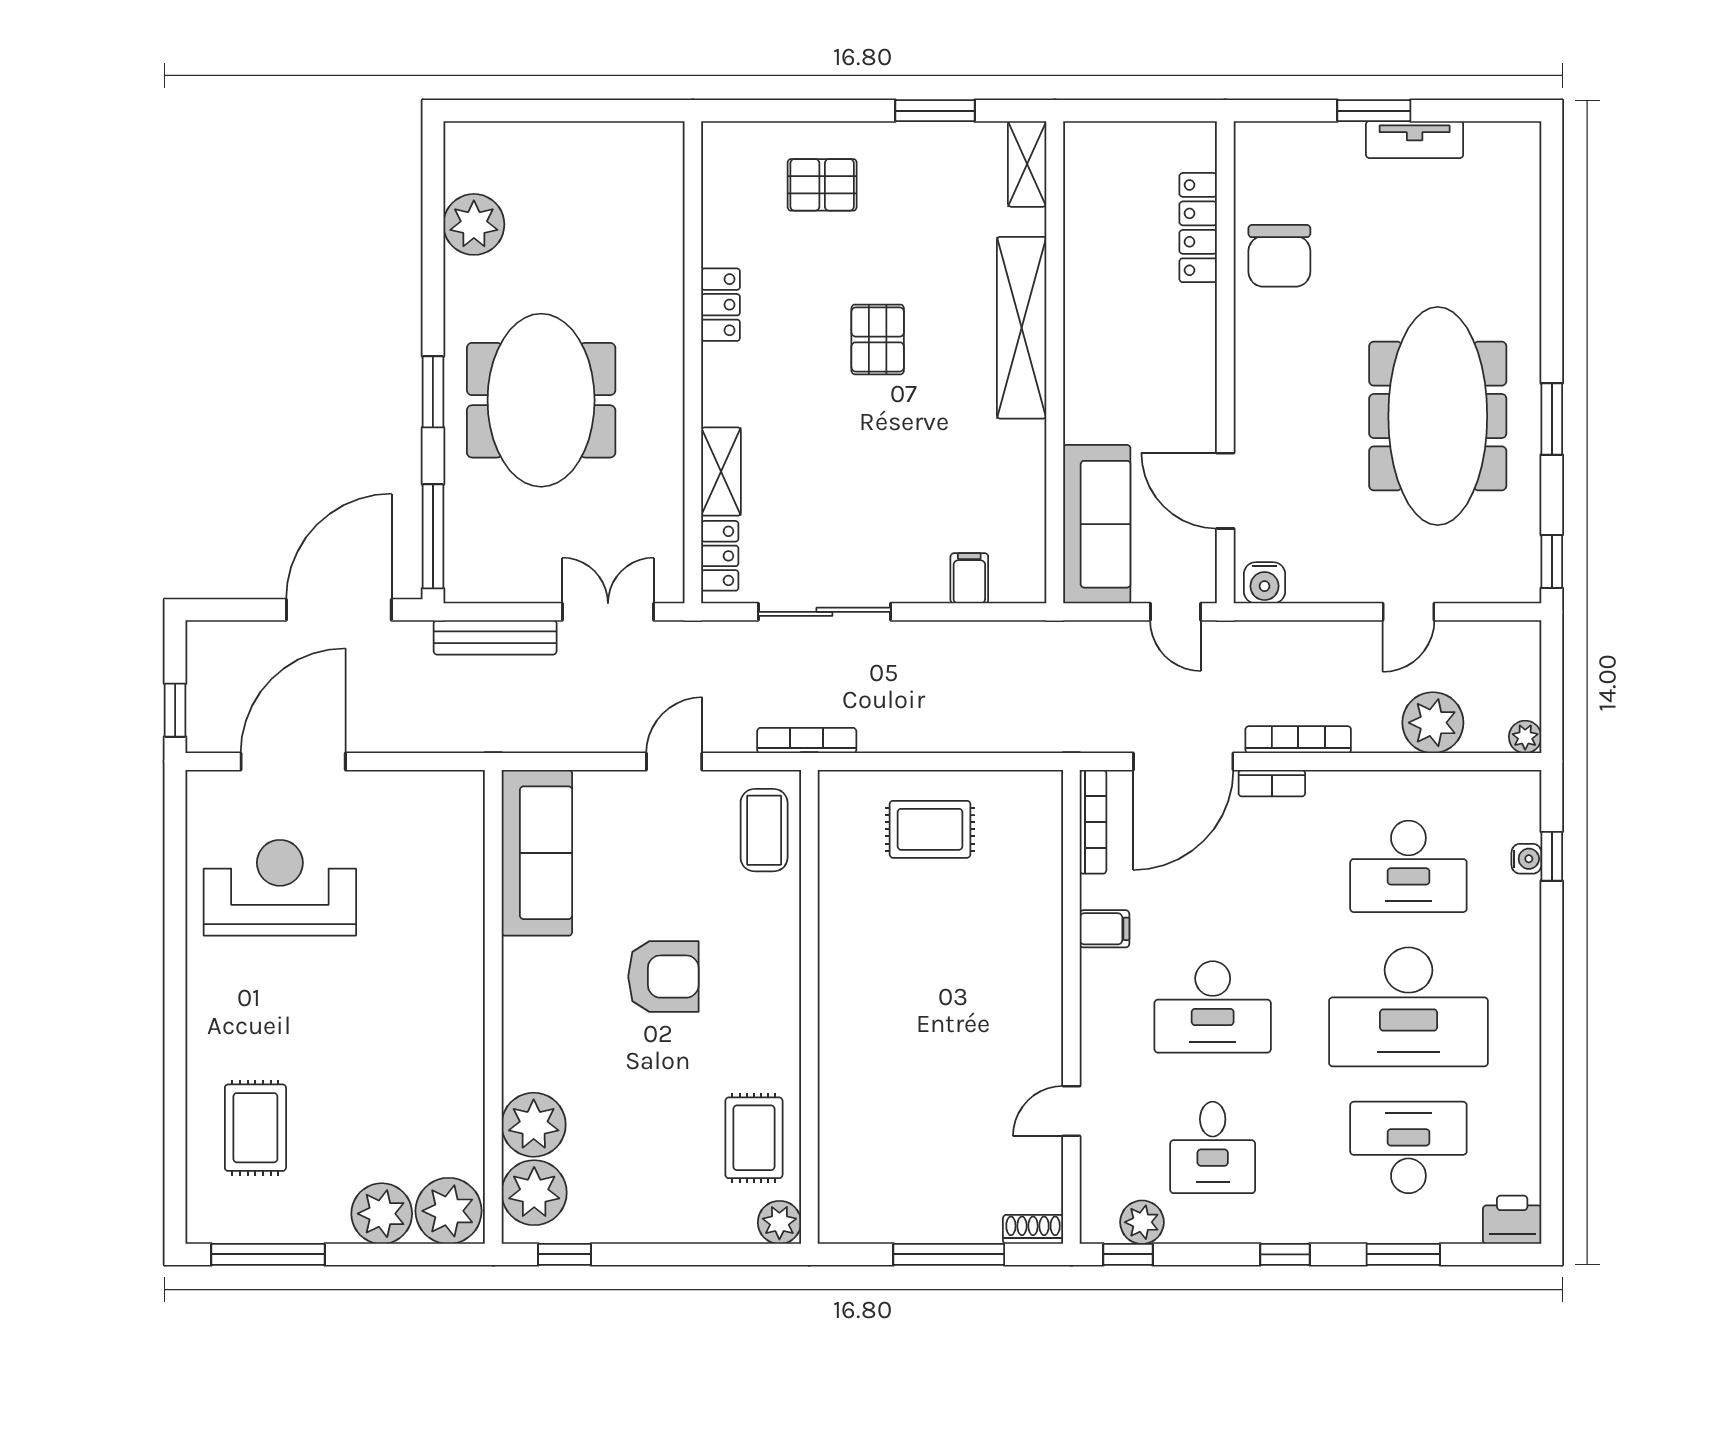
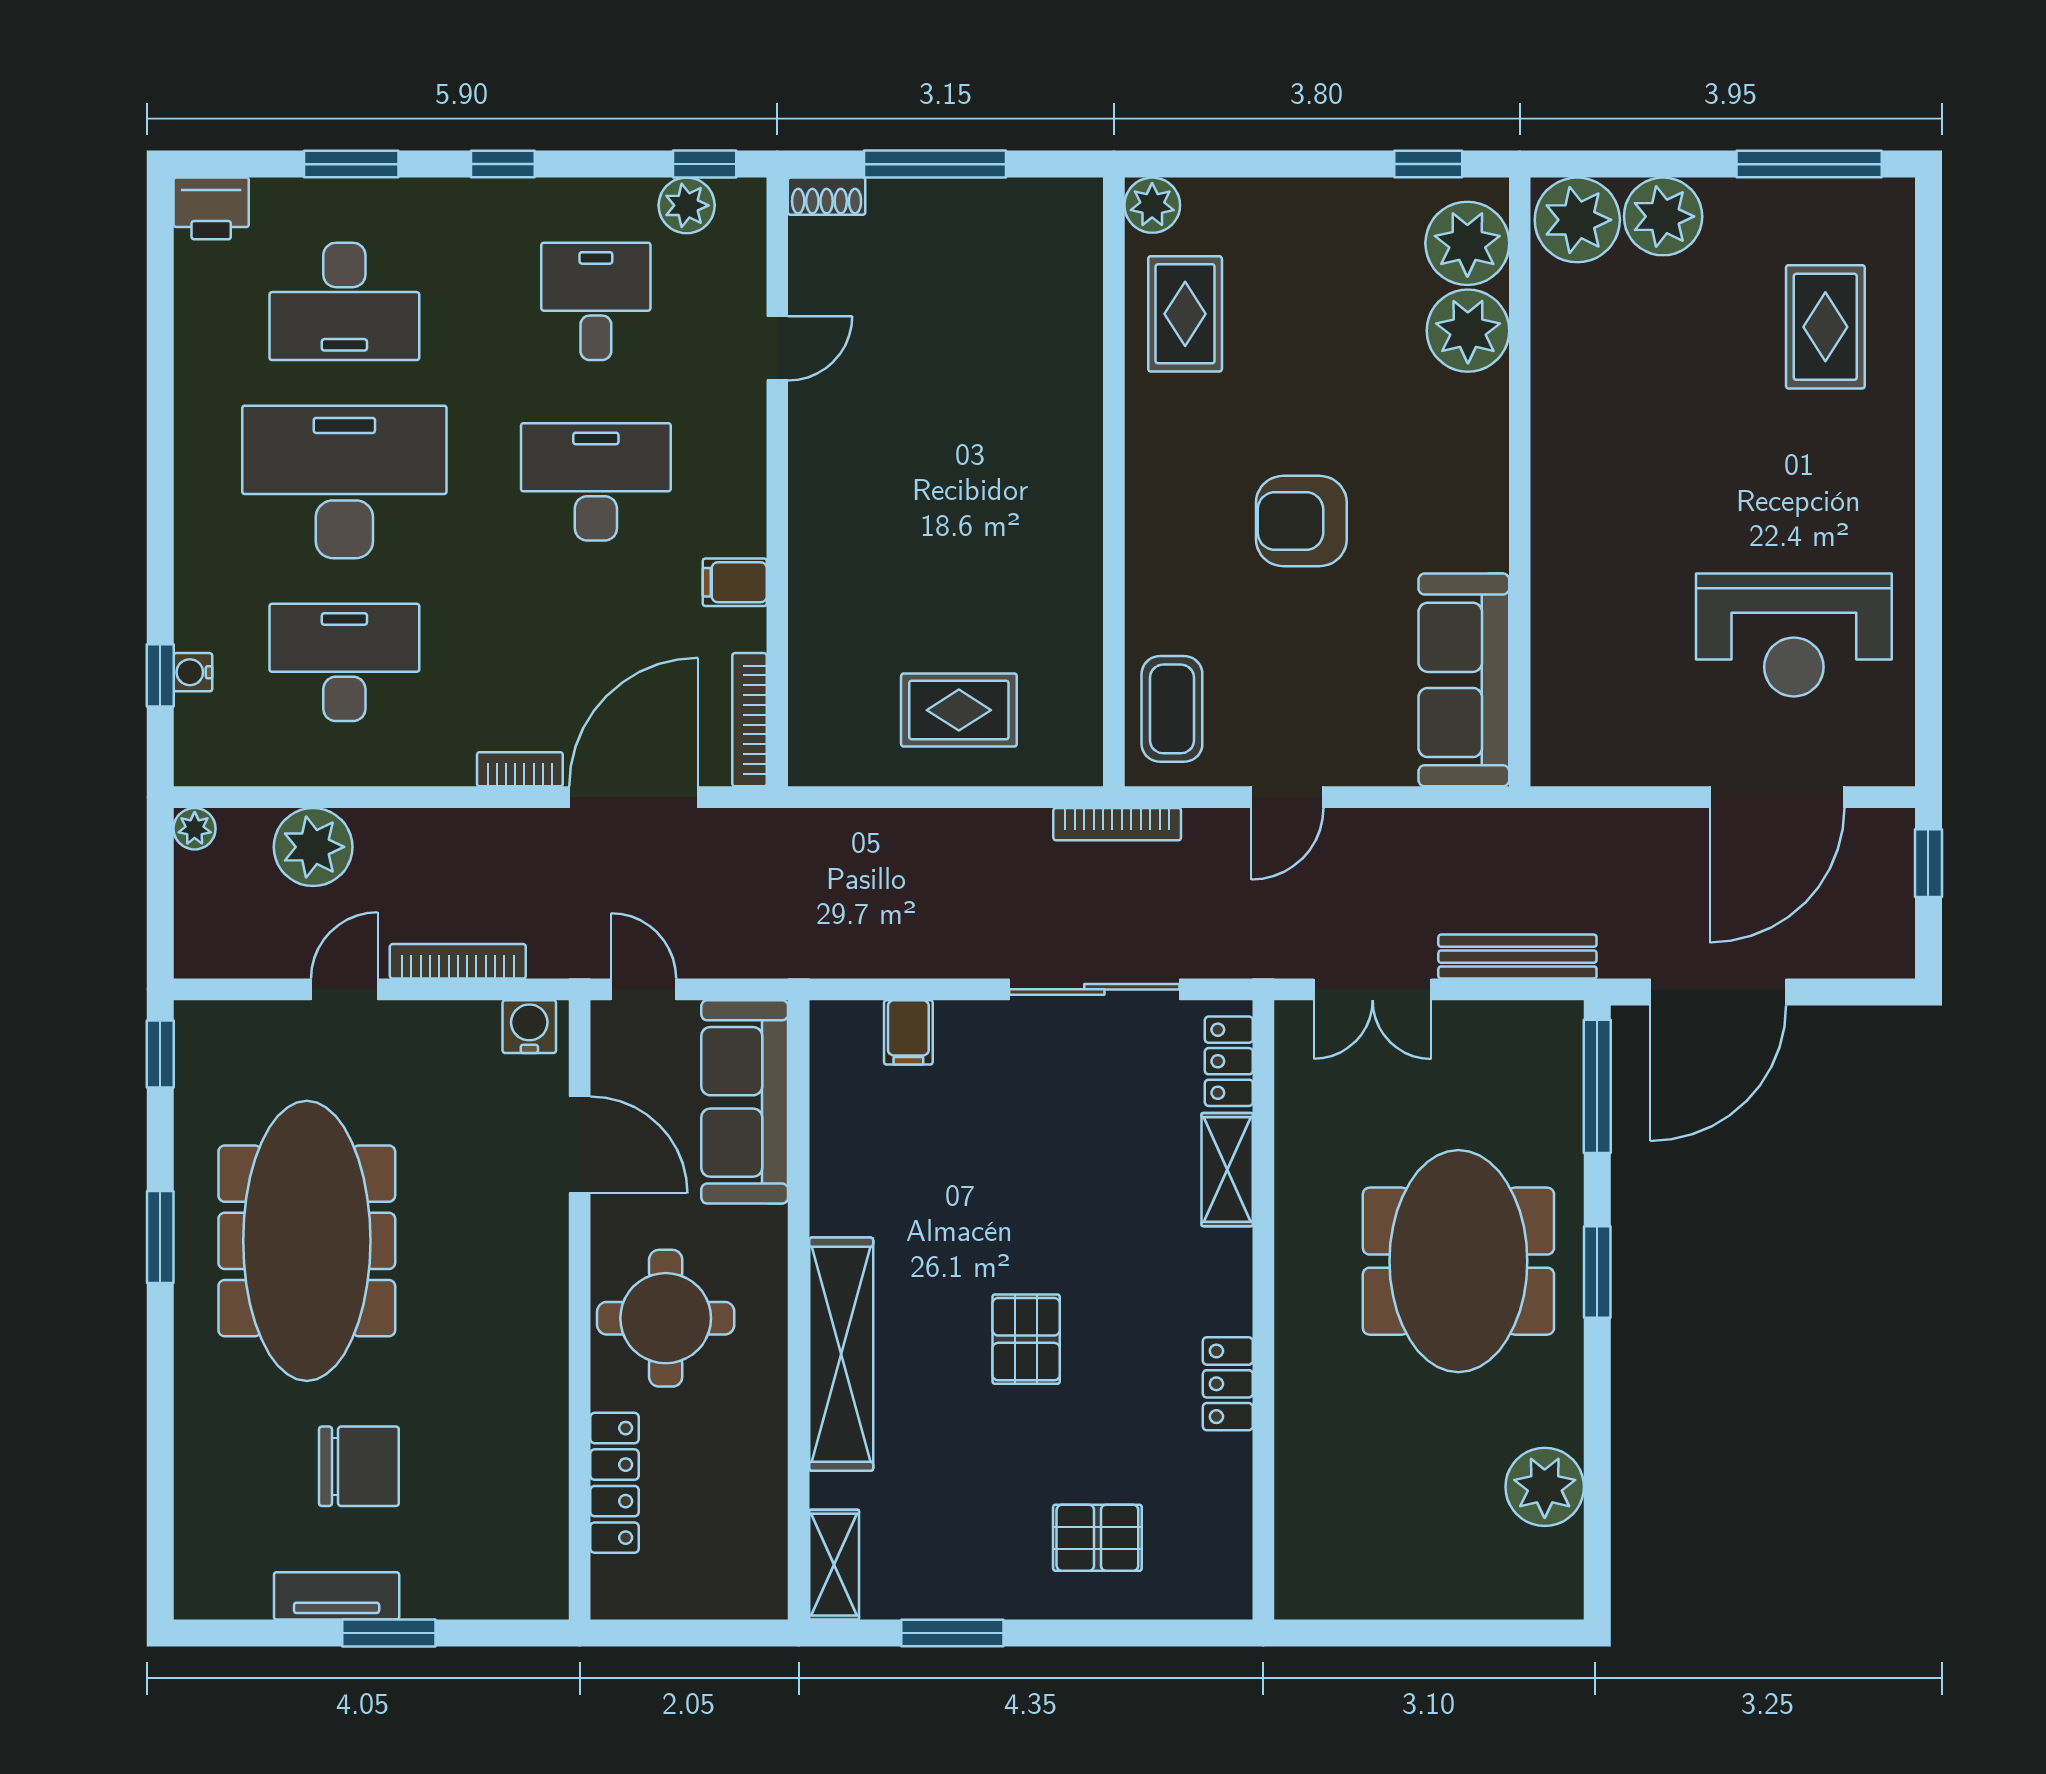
chair: (1279, 256) -> (359, 1466), moved, turned 90
round table: (1158, 356) -> (666, 1318), added
bookcase: (1298, 740) -> (458, 961), moved, turned 180

